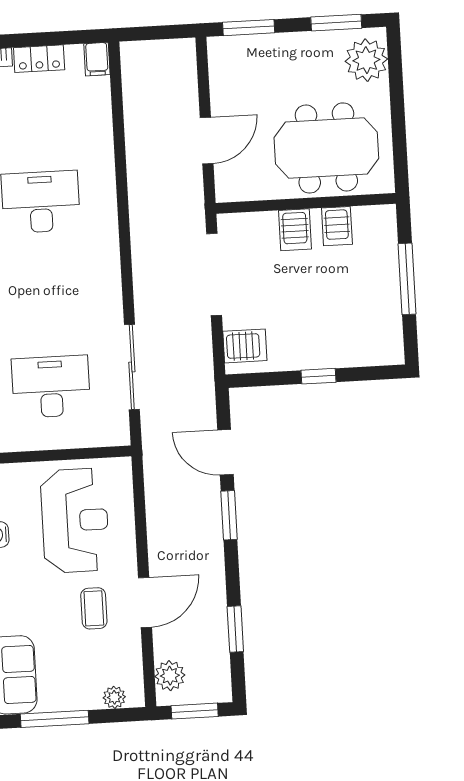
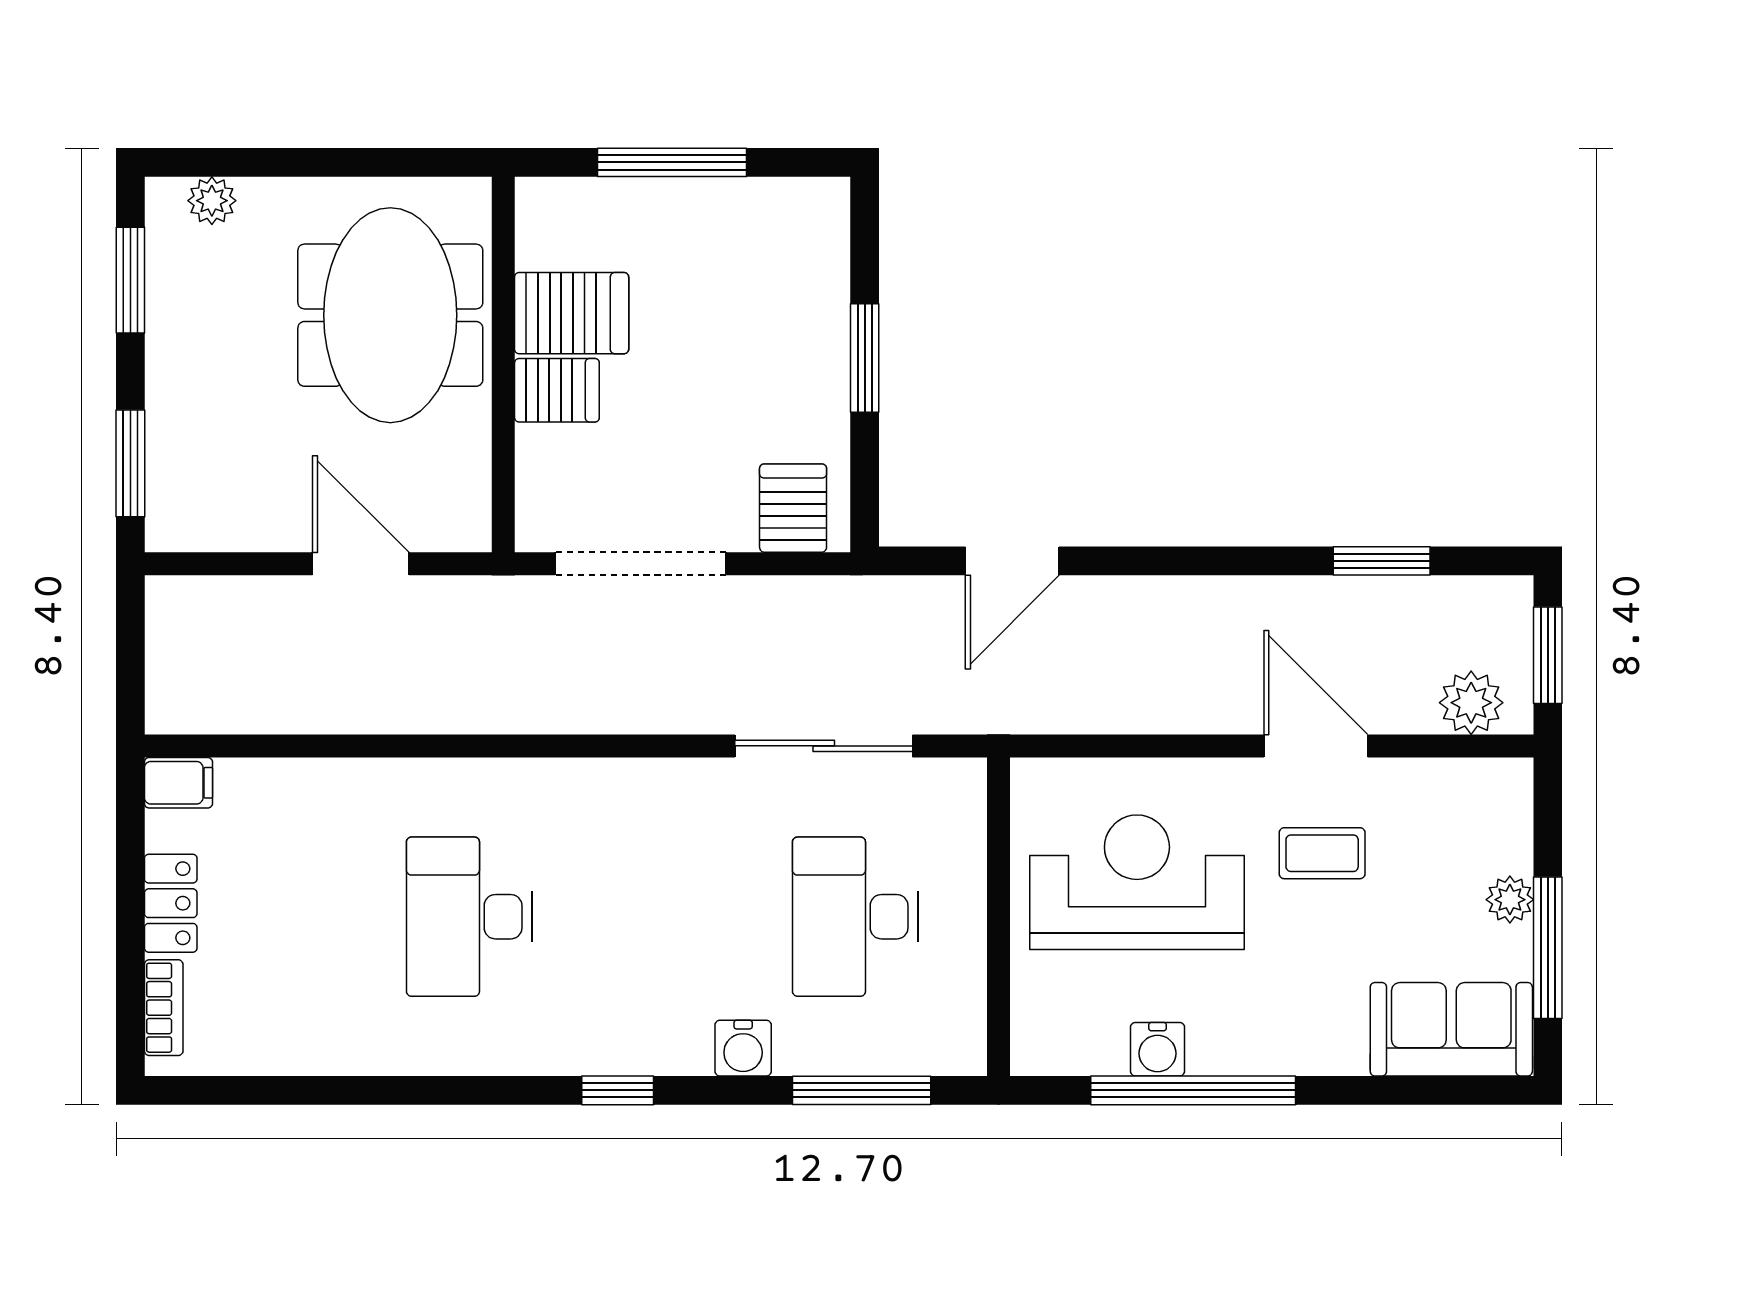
plant: (366, 60) -> (212, 201), width x0.53, depth x0.53
server rack: (337, 226) -> (572, 313), width x1.36, depth x1.44
window: (319, 376) -> (865, 358), width x1.50
window: (229, 515) -> (1144, 561), removed
plant: (114, 697) -> (1510, 900), moved

